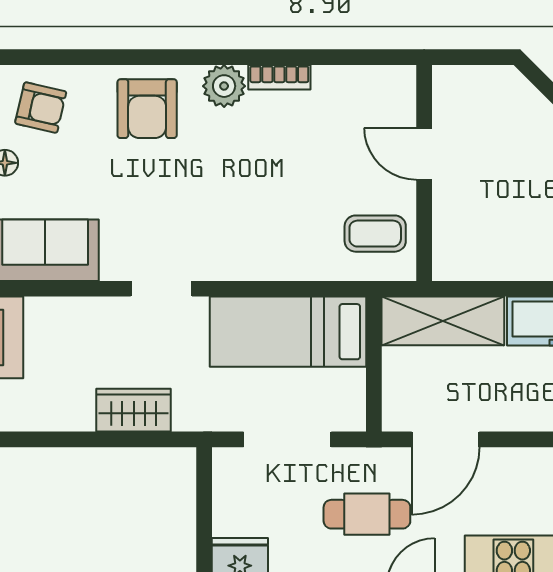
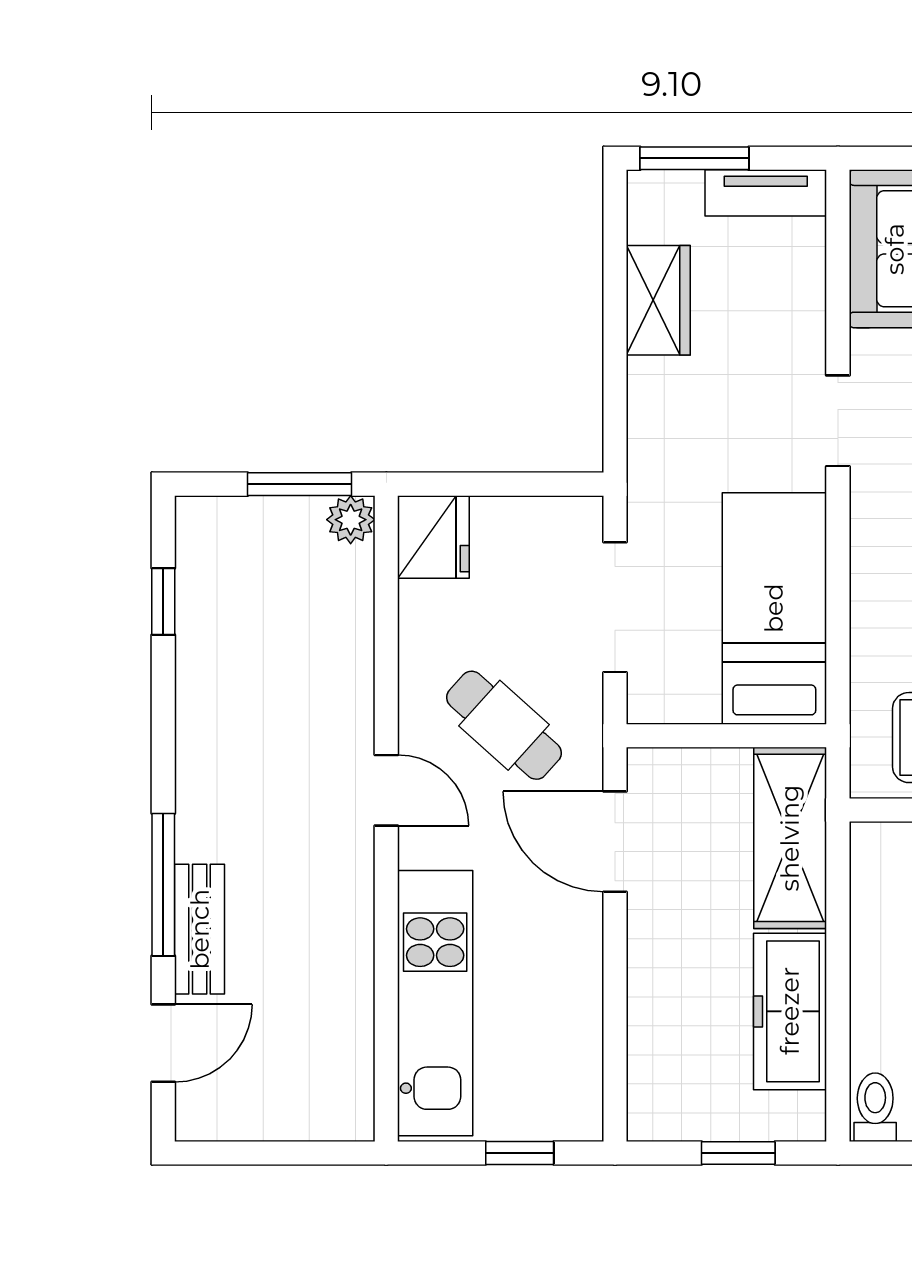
wardrobe: (134, 410) -> (658, 300), moved
cafe table: (367, 514) -> (504, 725), turned -48

